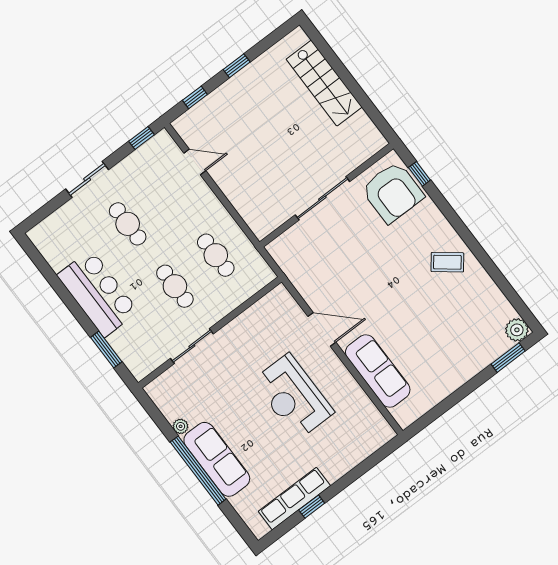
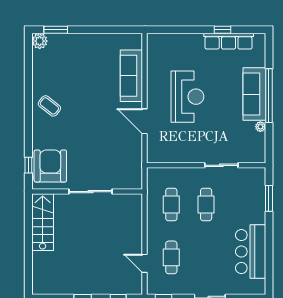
stairs: (324, 83) -> (43, 222), moved
cafe table: (128, 224) -> (171, 257), moved
bar counter: (98, 293) -> (251, 252), moved

